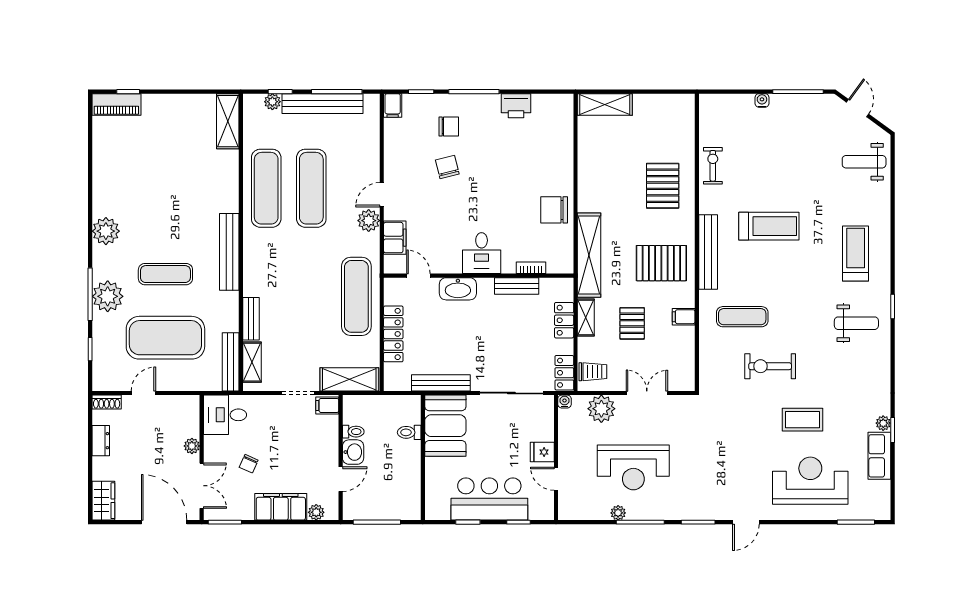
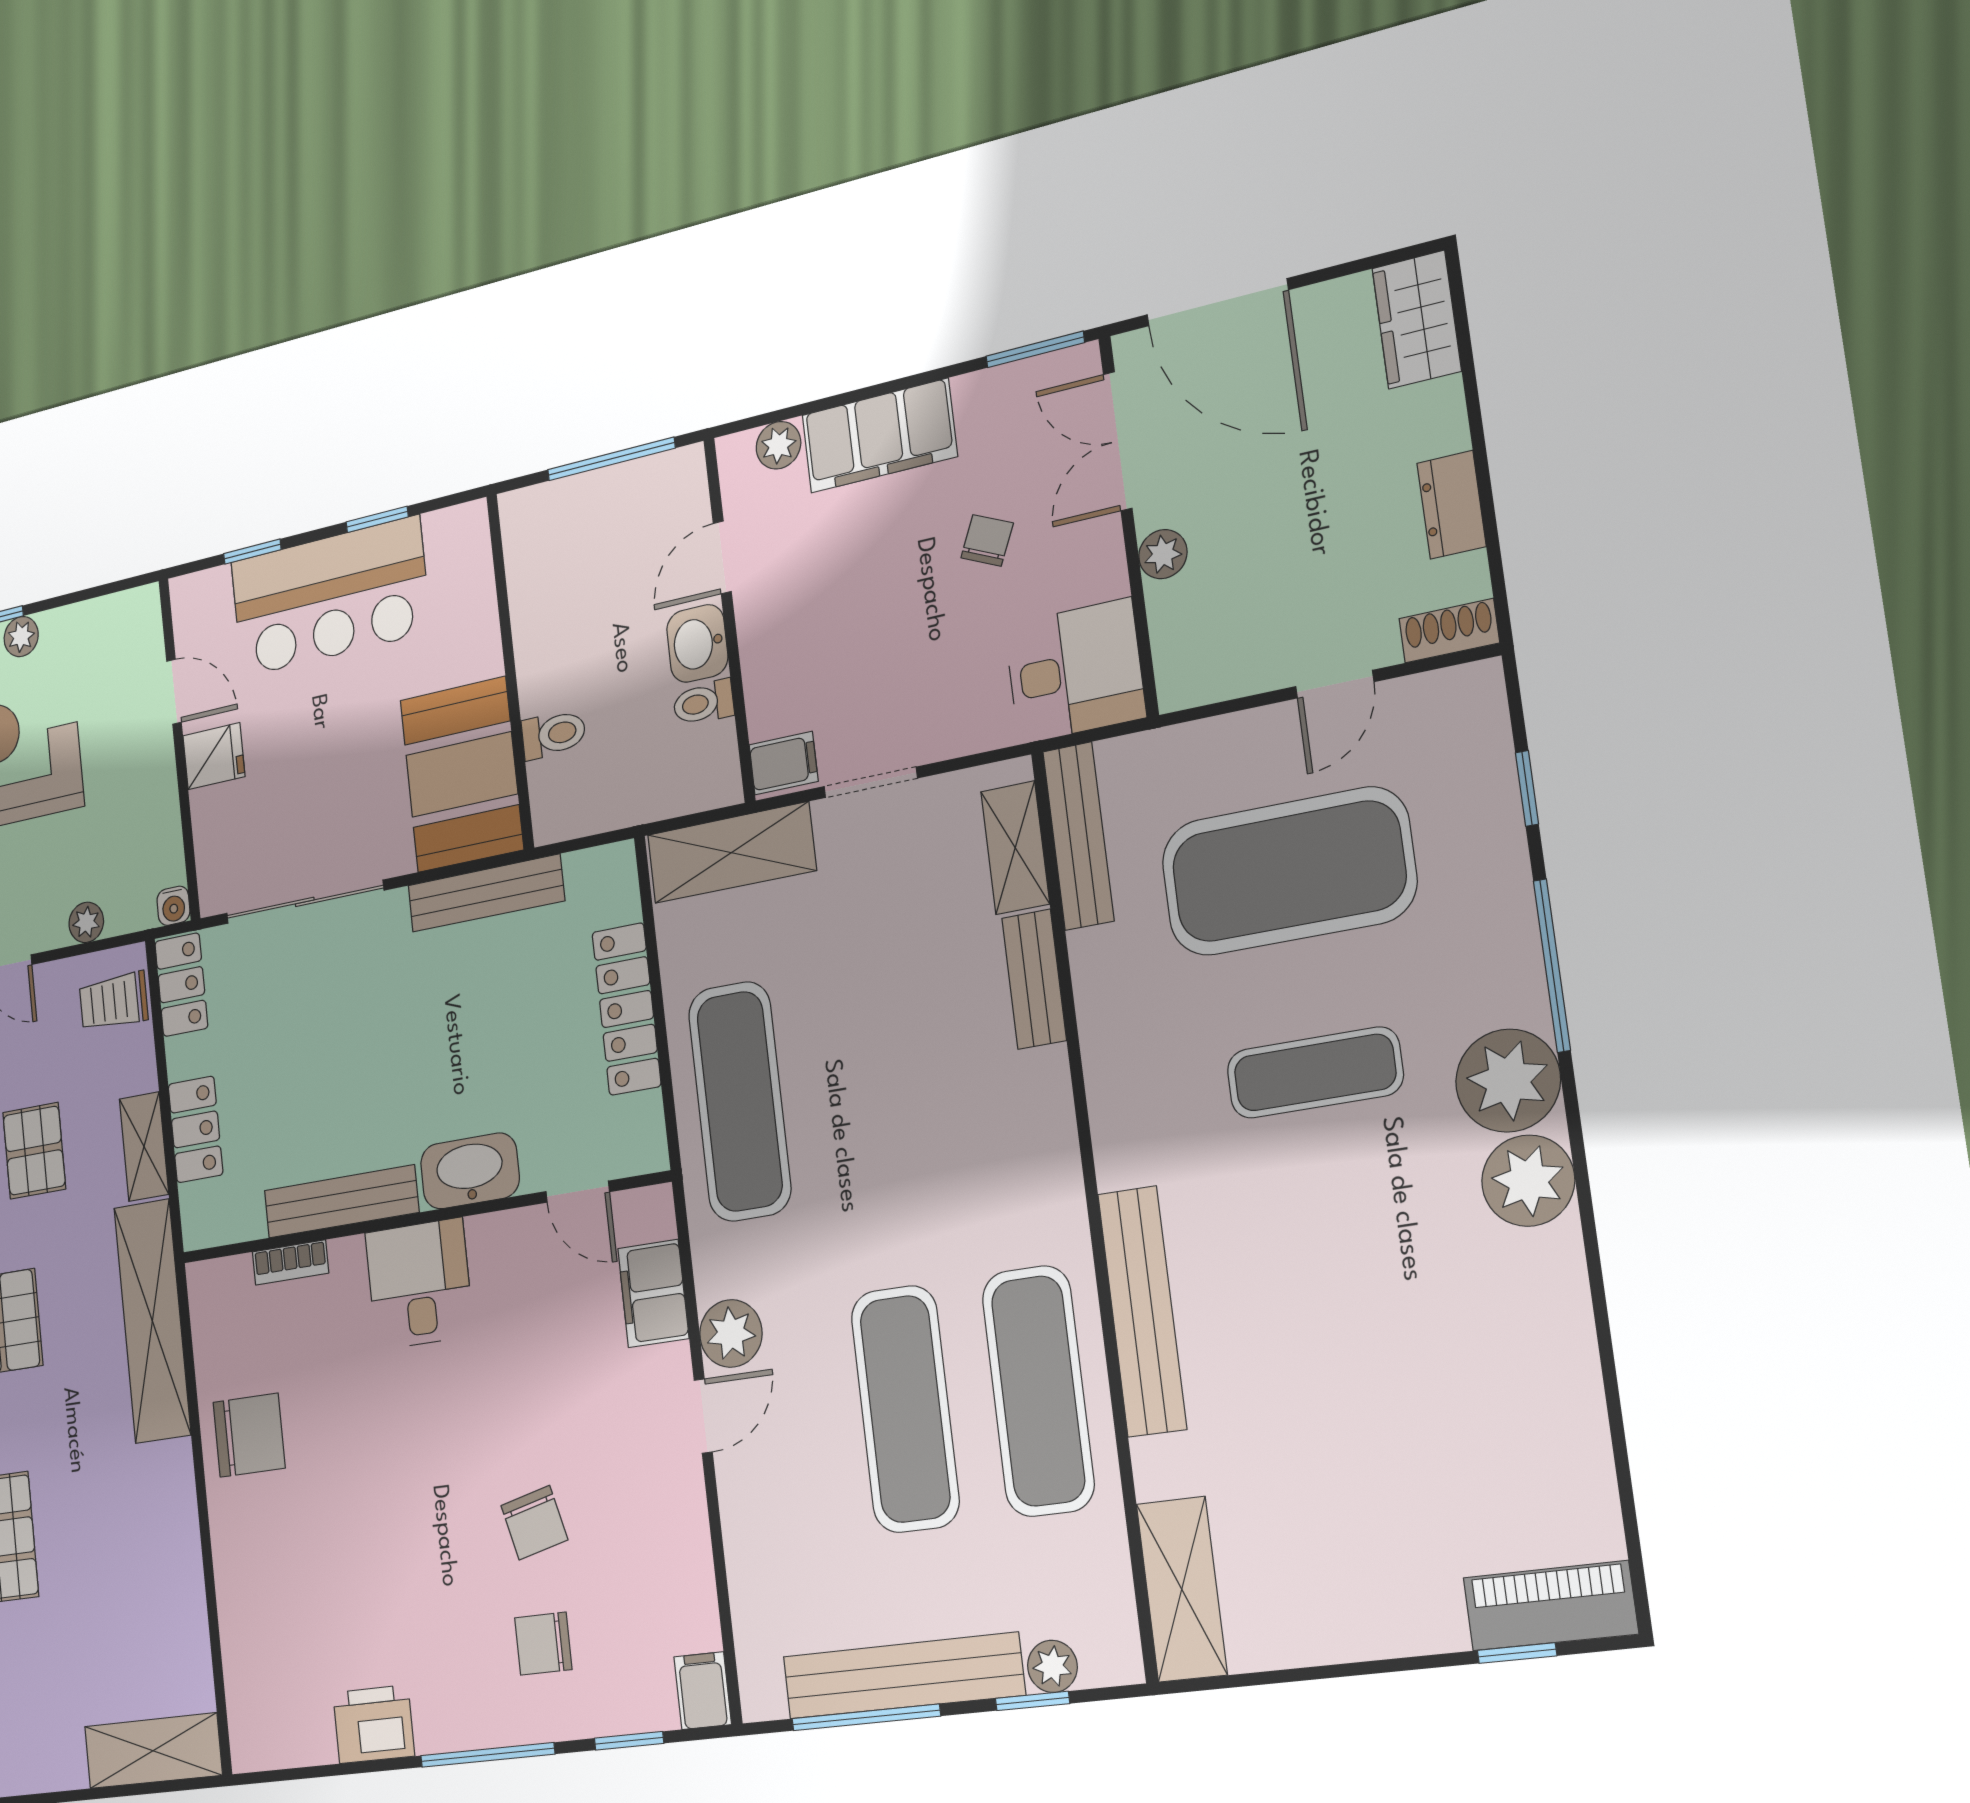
bench: (229, 252) -> (1142, 1311), moved
bench: (517, 286) -> (341, 1201), width x1.36
plant: (108, 296) -> (1508, 1081), moved
plant: (601, 409) -> (86, 922), width x0.53, depth x0.53

